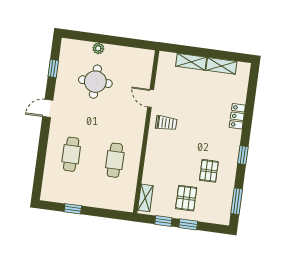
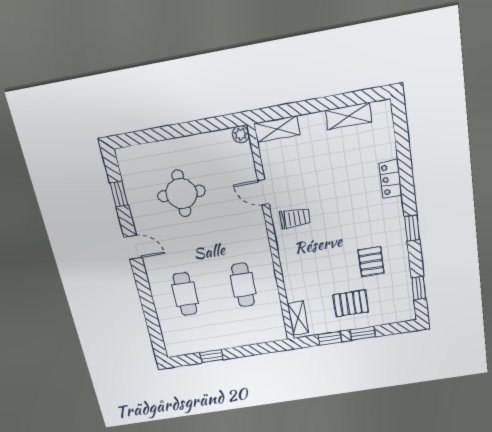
plant: (98, 48) -> (241, 134), moved
shelving: (191, 62) -> (277, 129), moved
door: (48, 108) -> (133, 247), swing flipped
pallet: (186, 198) -> (351, 303), turned 90
window: (237, 201) -> (419, 288), width x0.67

